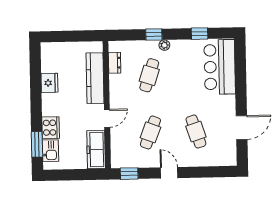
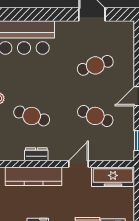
dresser: (115, 63) -> (36, 154), moved
door: (107, 118) -> (79, 164), hinge flipped

